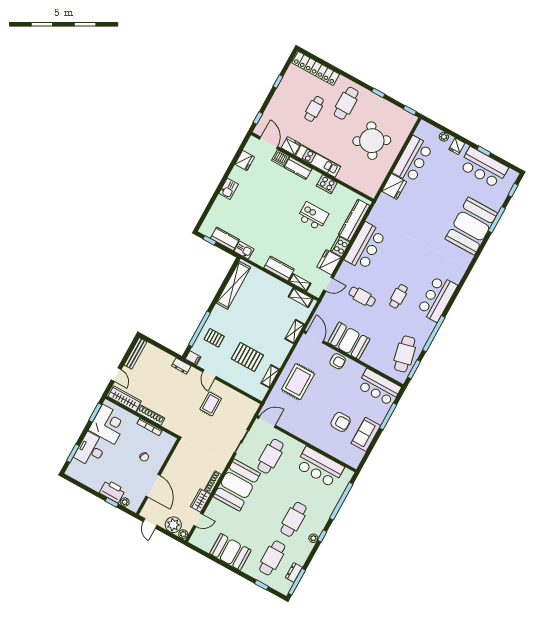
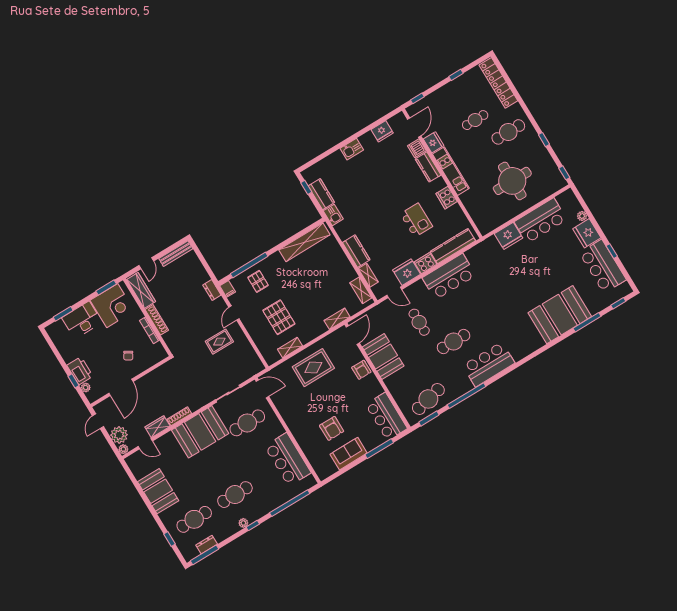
round table: (372, 141) -> (512, 181), turned 31
fridge: (457, 146) -> (587, 233), width x1.88, depth x1.34
cafe table: (398, 296) -> (454, 342), width x1.37, depth x1.35

